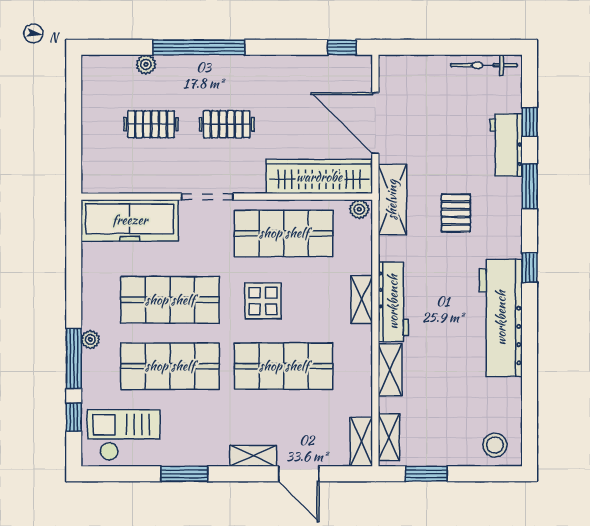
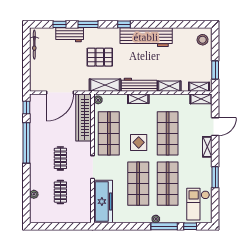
window: (199, 47) -> (26, 143), moved
shelving: (392, 200) -> (105, 85), moved
pallet: (456, 213) -> (100, 57), width x1.50, depth x1.42

